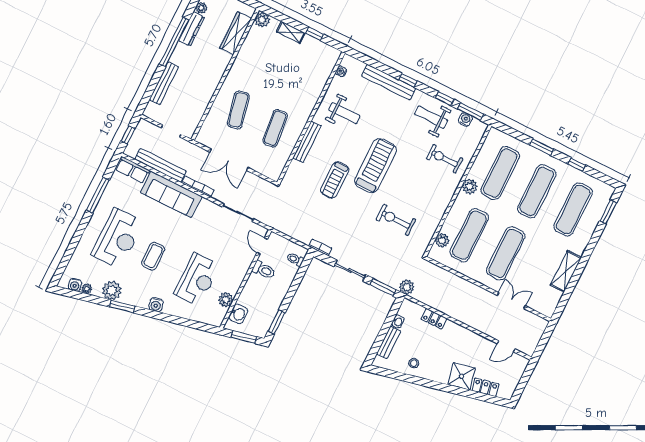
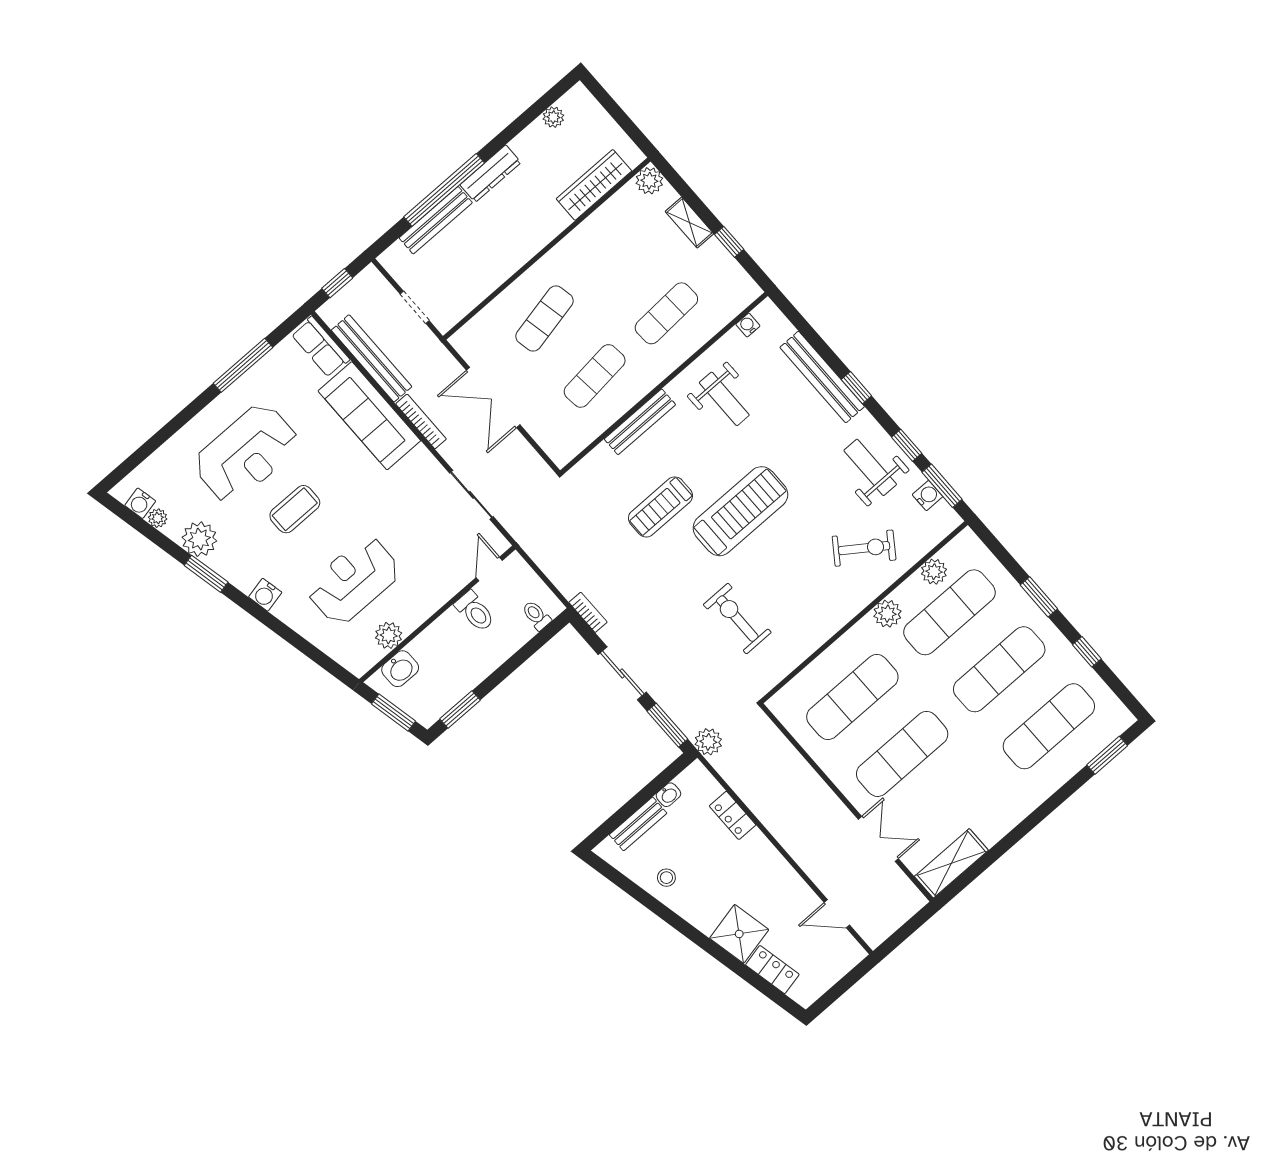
dresser: (192, 29) -> (490, 174), moved
window: (174, 42) -> (444, 190), moved
exercise mat: (298, 82) -> (666, 313), added
exercise bike: (445, 159) -> (864, 548), turned 125
plant: (442, 240) -> (934, 572), moved
shelving: (566, 271) -> (951, 863), moved
reception desk: (197, 279) -> (354, 580), turned 180

